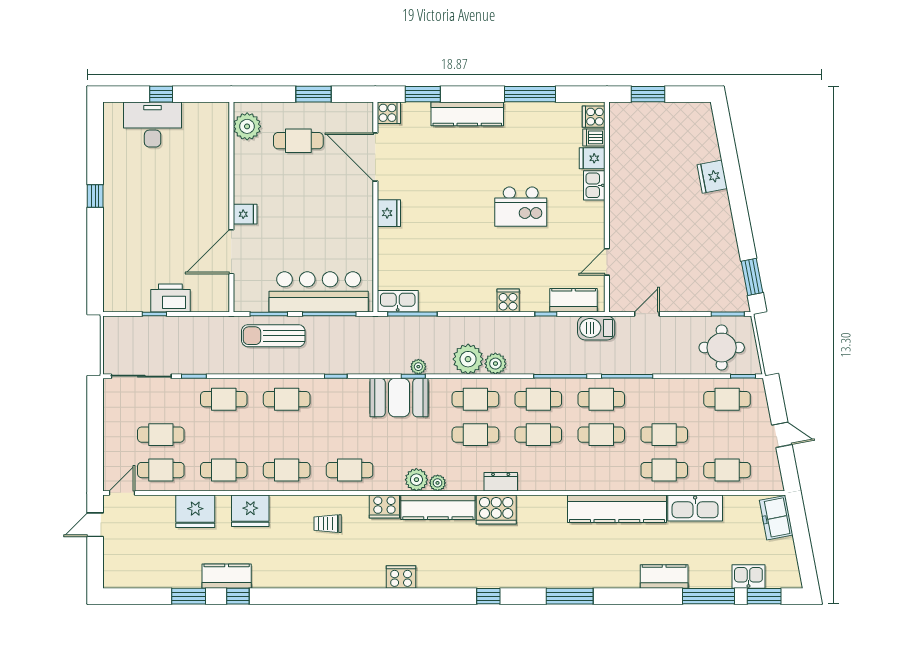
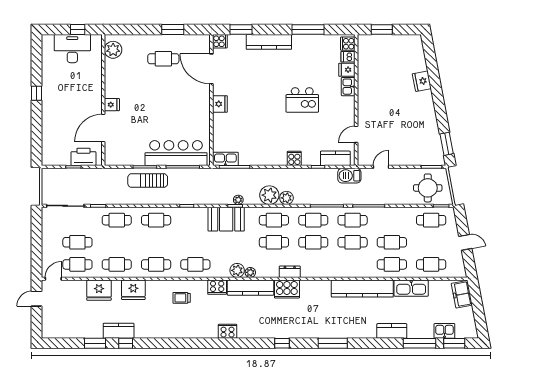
plant: (247, 126) -> (113, 50), moved
wall: (231, 207) -> (103, 100), moved
fridge: (245, 214) -> (112, 105), moved
door: (231, 252) -> (103, 128), moved

